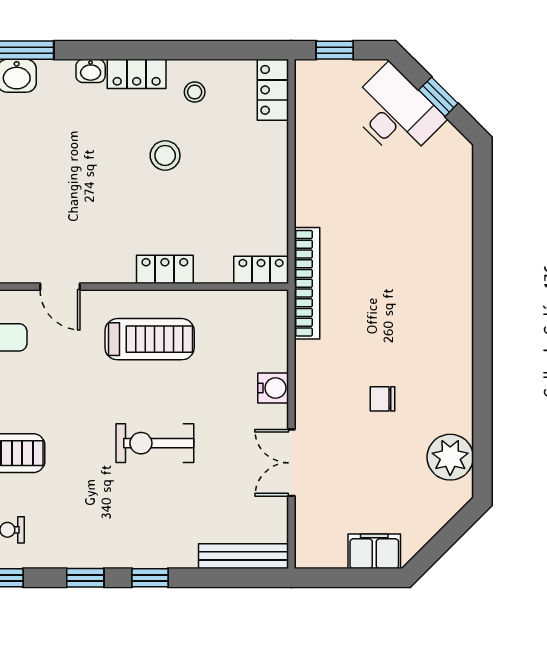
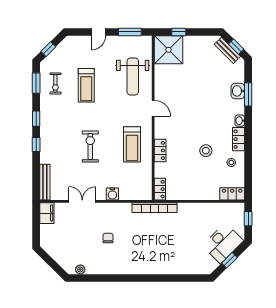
door: (60, 287) -> (153, 108), swing flipped
plant: (450, 457) -> (80, 269), width x0.53, depth x0.53
filing cabinet: (374, 551) -> (47, 213), moved

